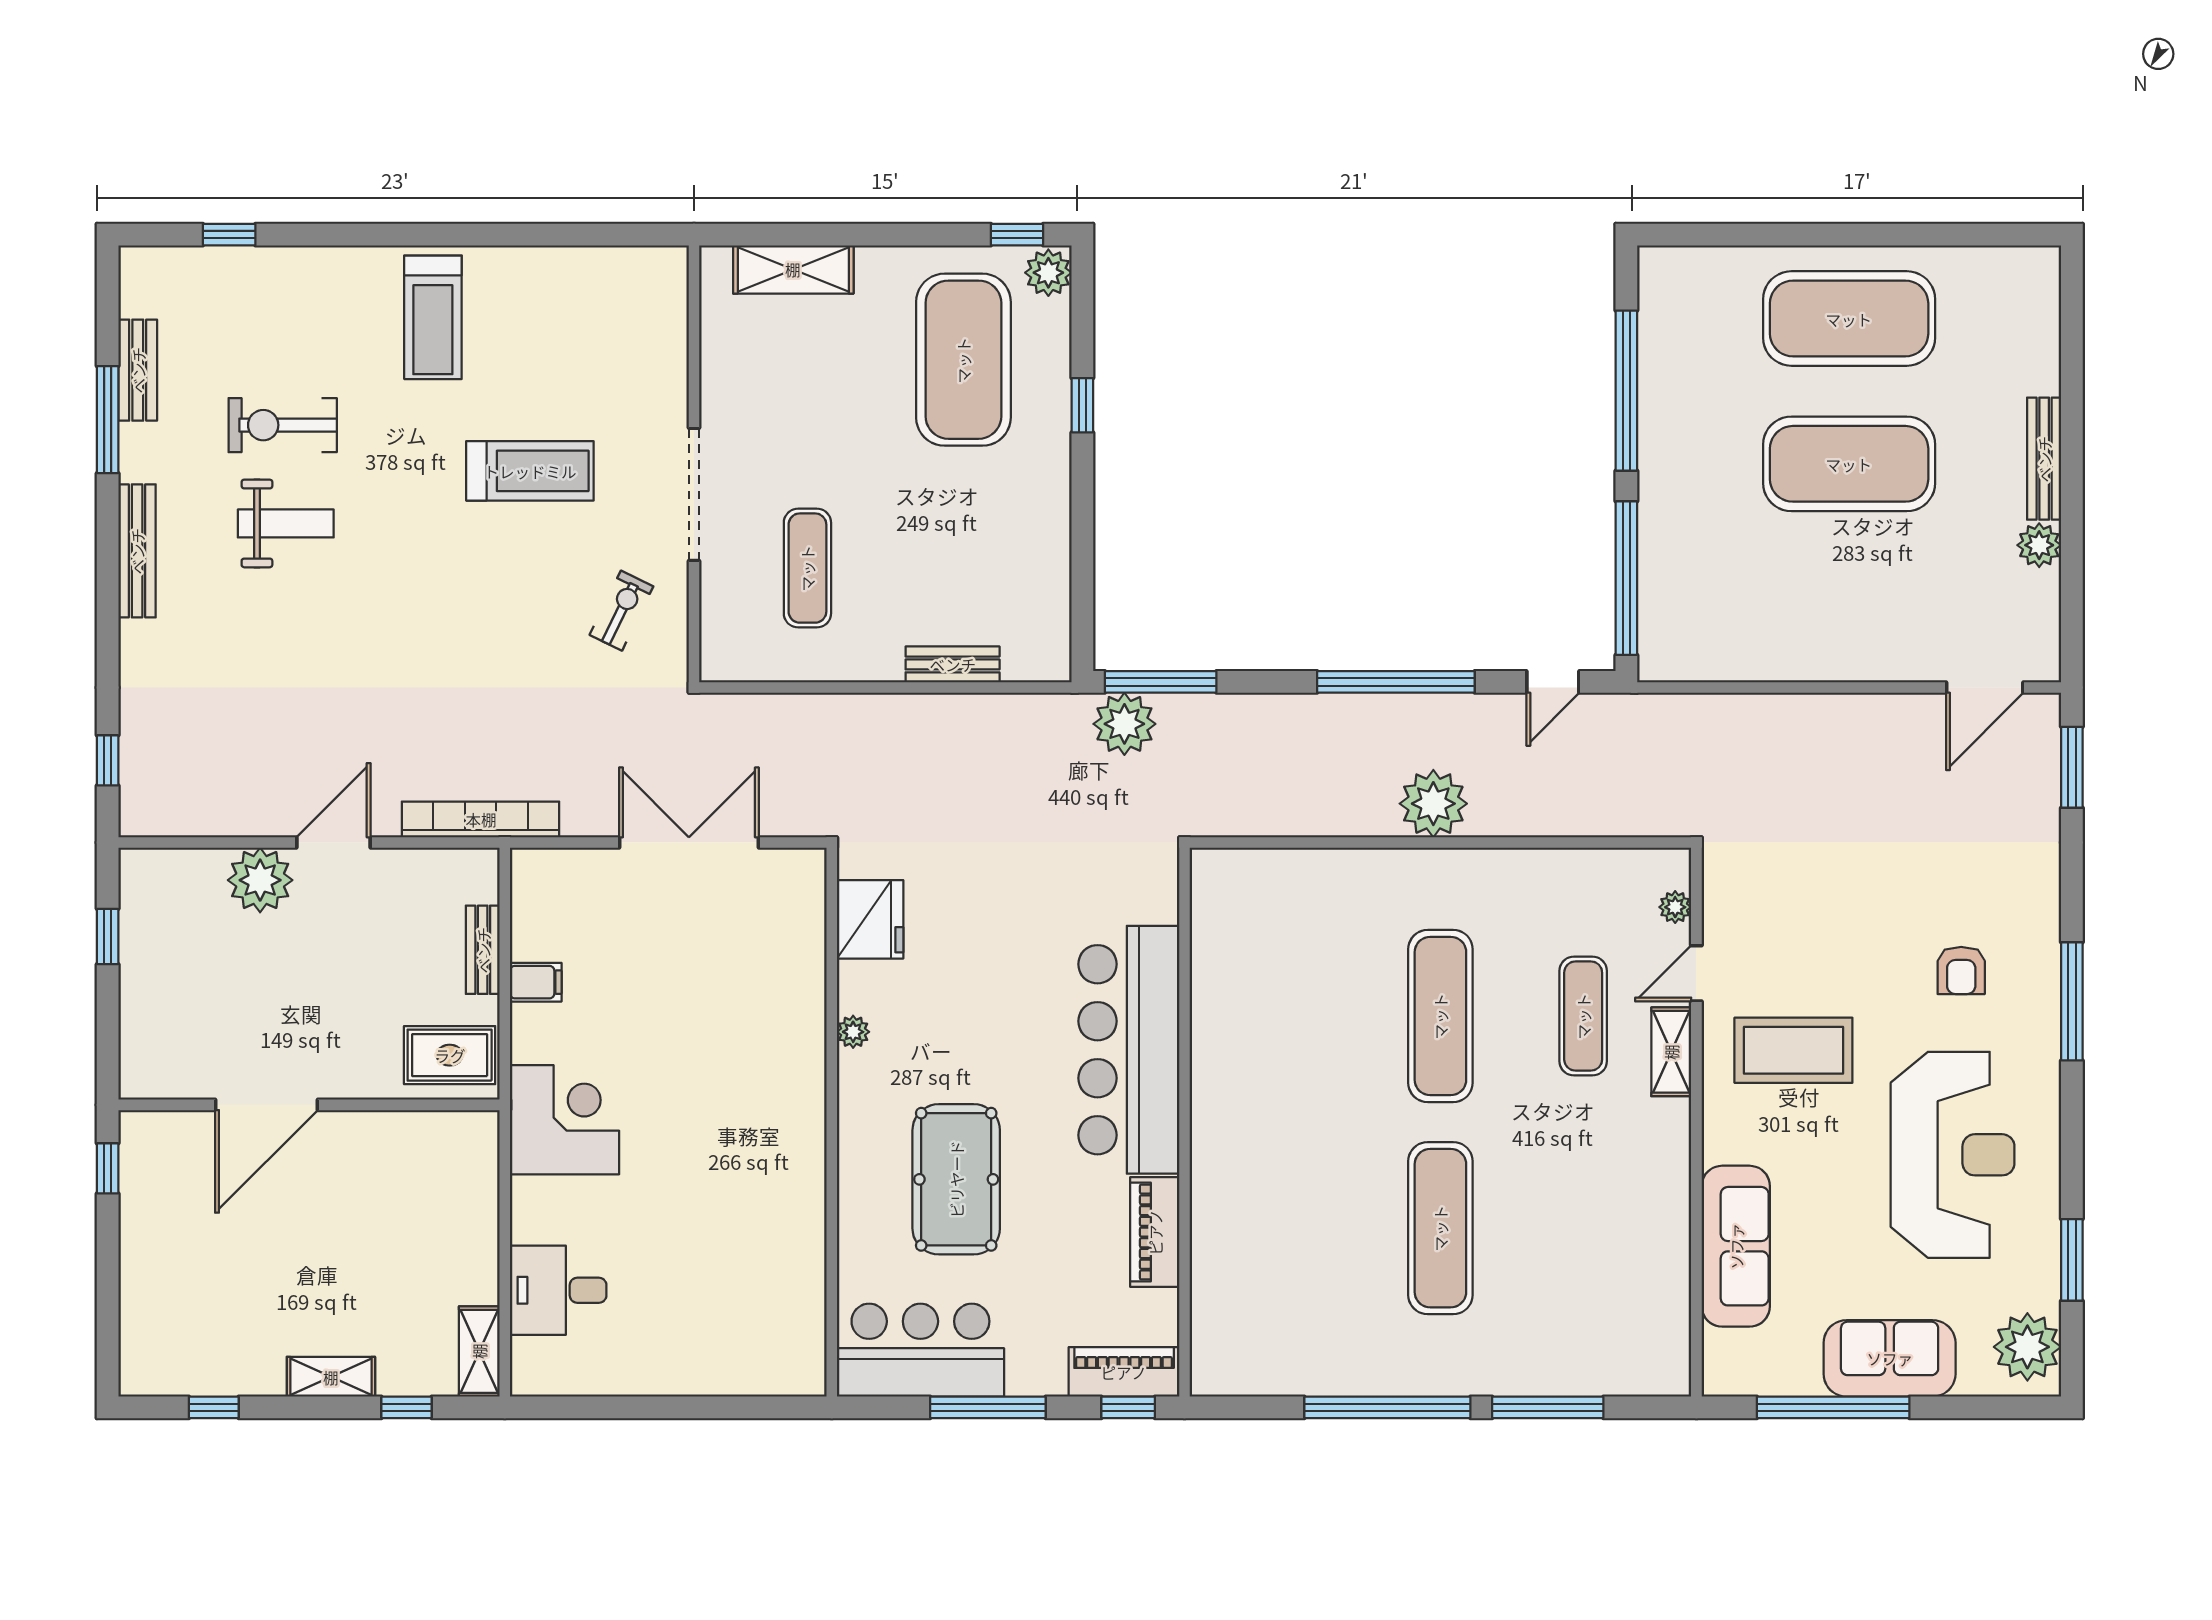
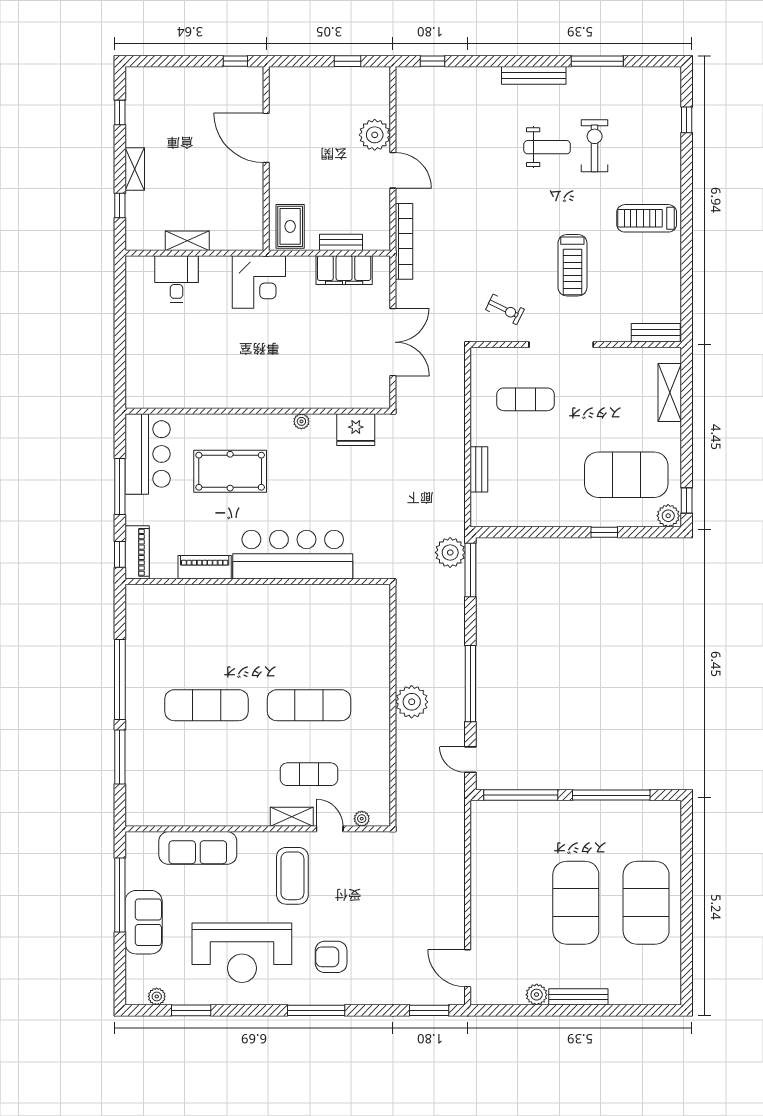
bench: (138, 370) -> (656, 333), moved
weight bench: (286, 523) -> (547, 147), turned -90
armchair: (1961, 970) -> (331, 957), width x1.38, depth x1.38
filing cabinet: (536, 982) -> (344, 270), width x3.00, depth x1.17
plant: (2027, 1347) -> (157, 996), width x0.53, depth x0.53
shelving: (479, 1351) -> (187, 241), moved

